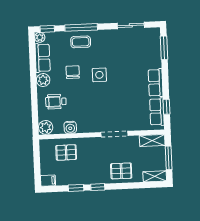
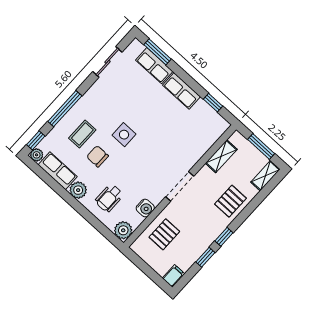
coffee table: (81, 42) -> (82, 134), moved
row of seats: (157, 112) -> (154, 66), moved
doorway: (115, 134) -> (180, 186), moved
shelving: (152, 141) -> (221, 156), moved

